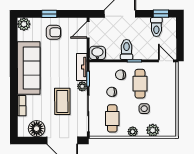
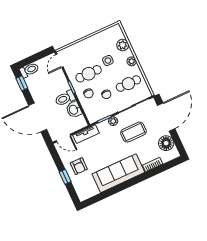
plant: (24, 24) -> (83, 194), removed
toilet: (156, 27) -> (29, 70), moved
armchair: (53, 32) -> (79, 166), turned 180
washbasin: (97, 53) -> (74, 110), moved
tv unit: (82, 67) -> (86, 134), moved

